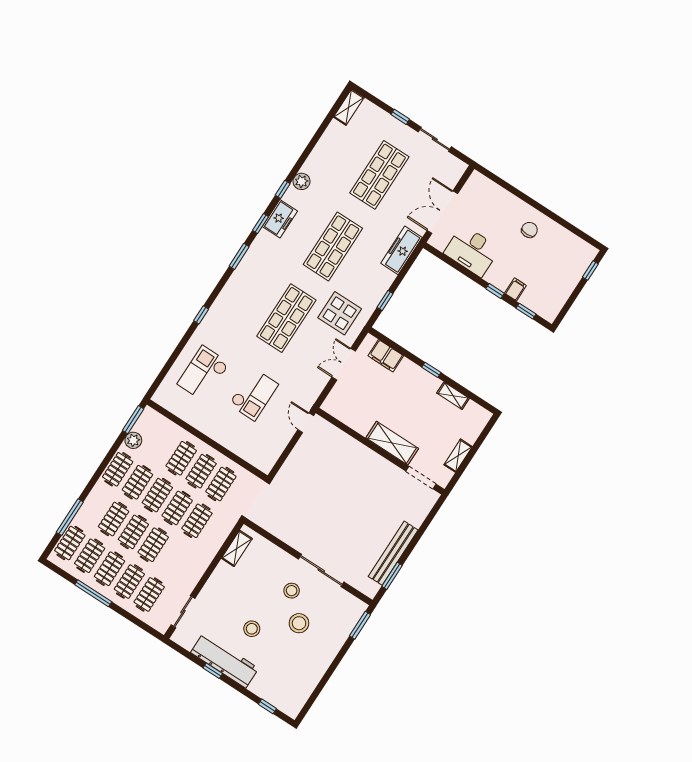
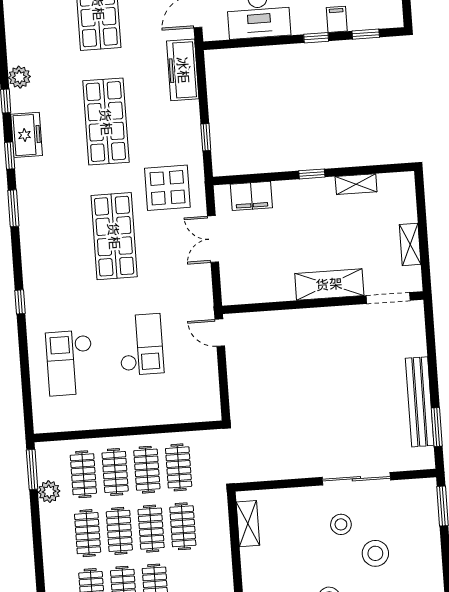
clothes rail: (118, 469) -> (83, 474), moved

